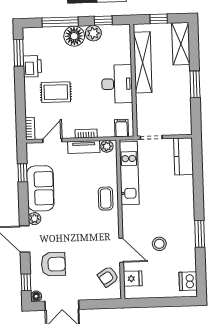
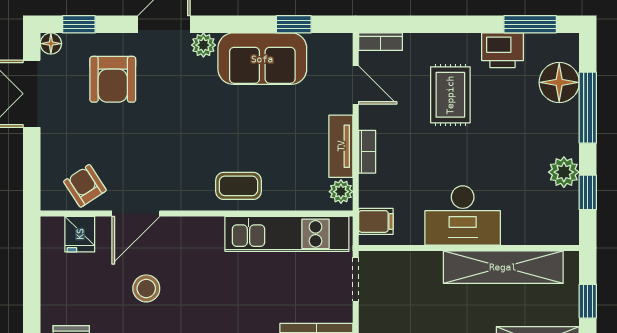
floor lamp: (74, 36) -> (559, 82), moved

